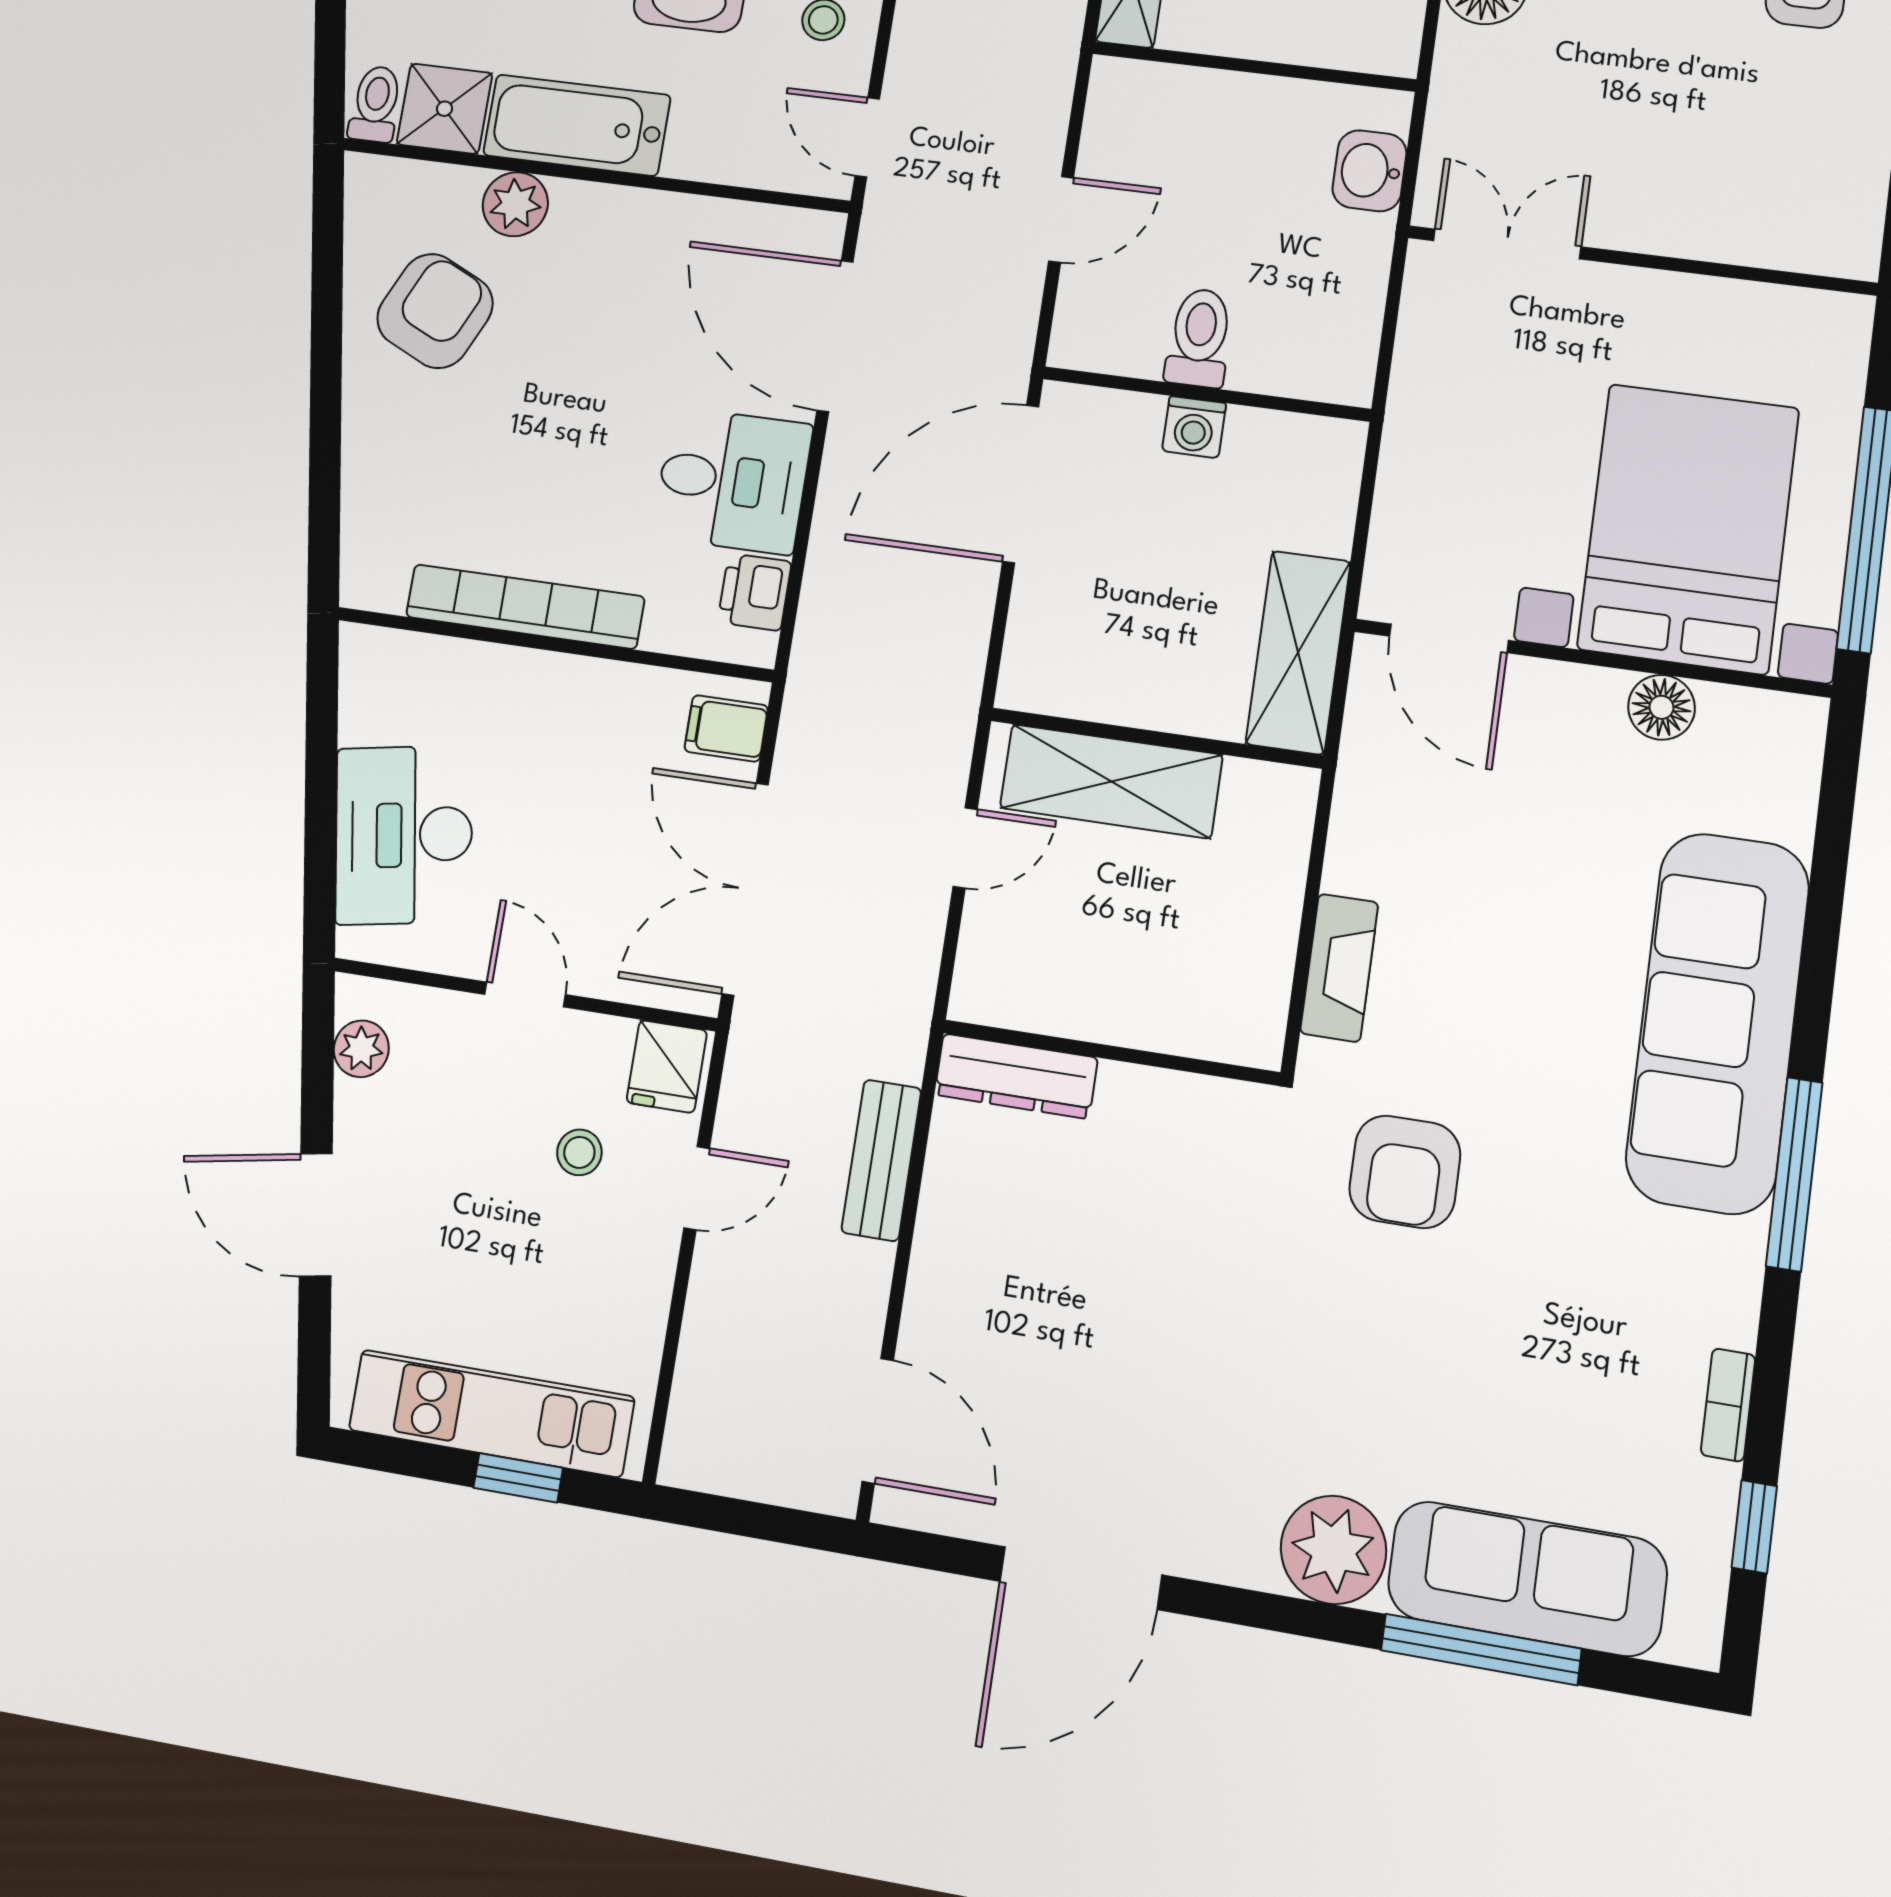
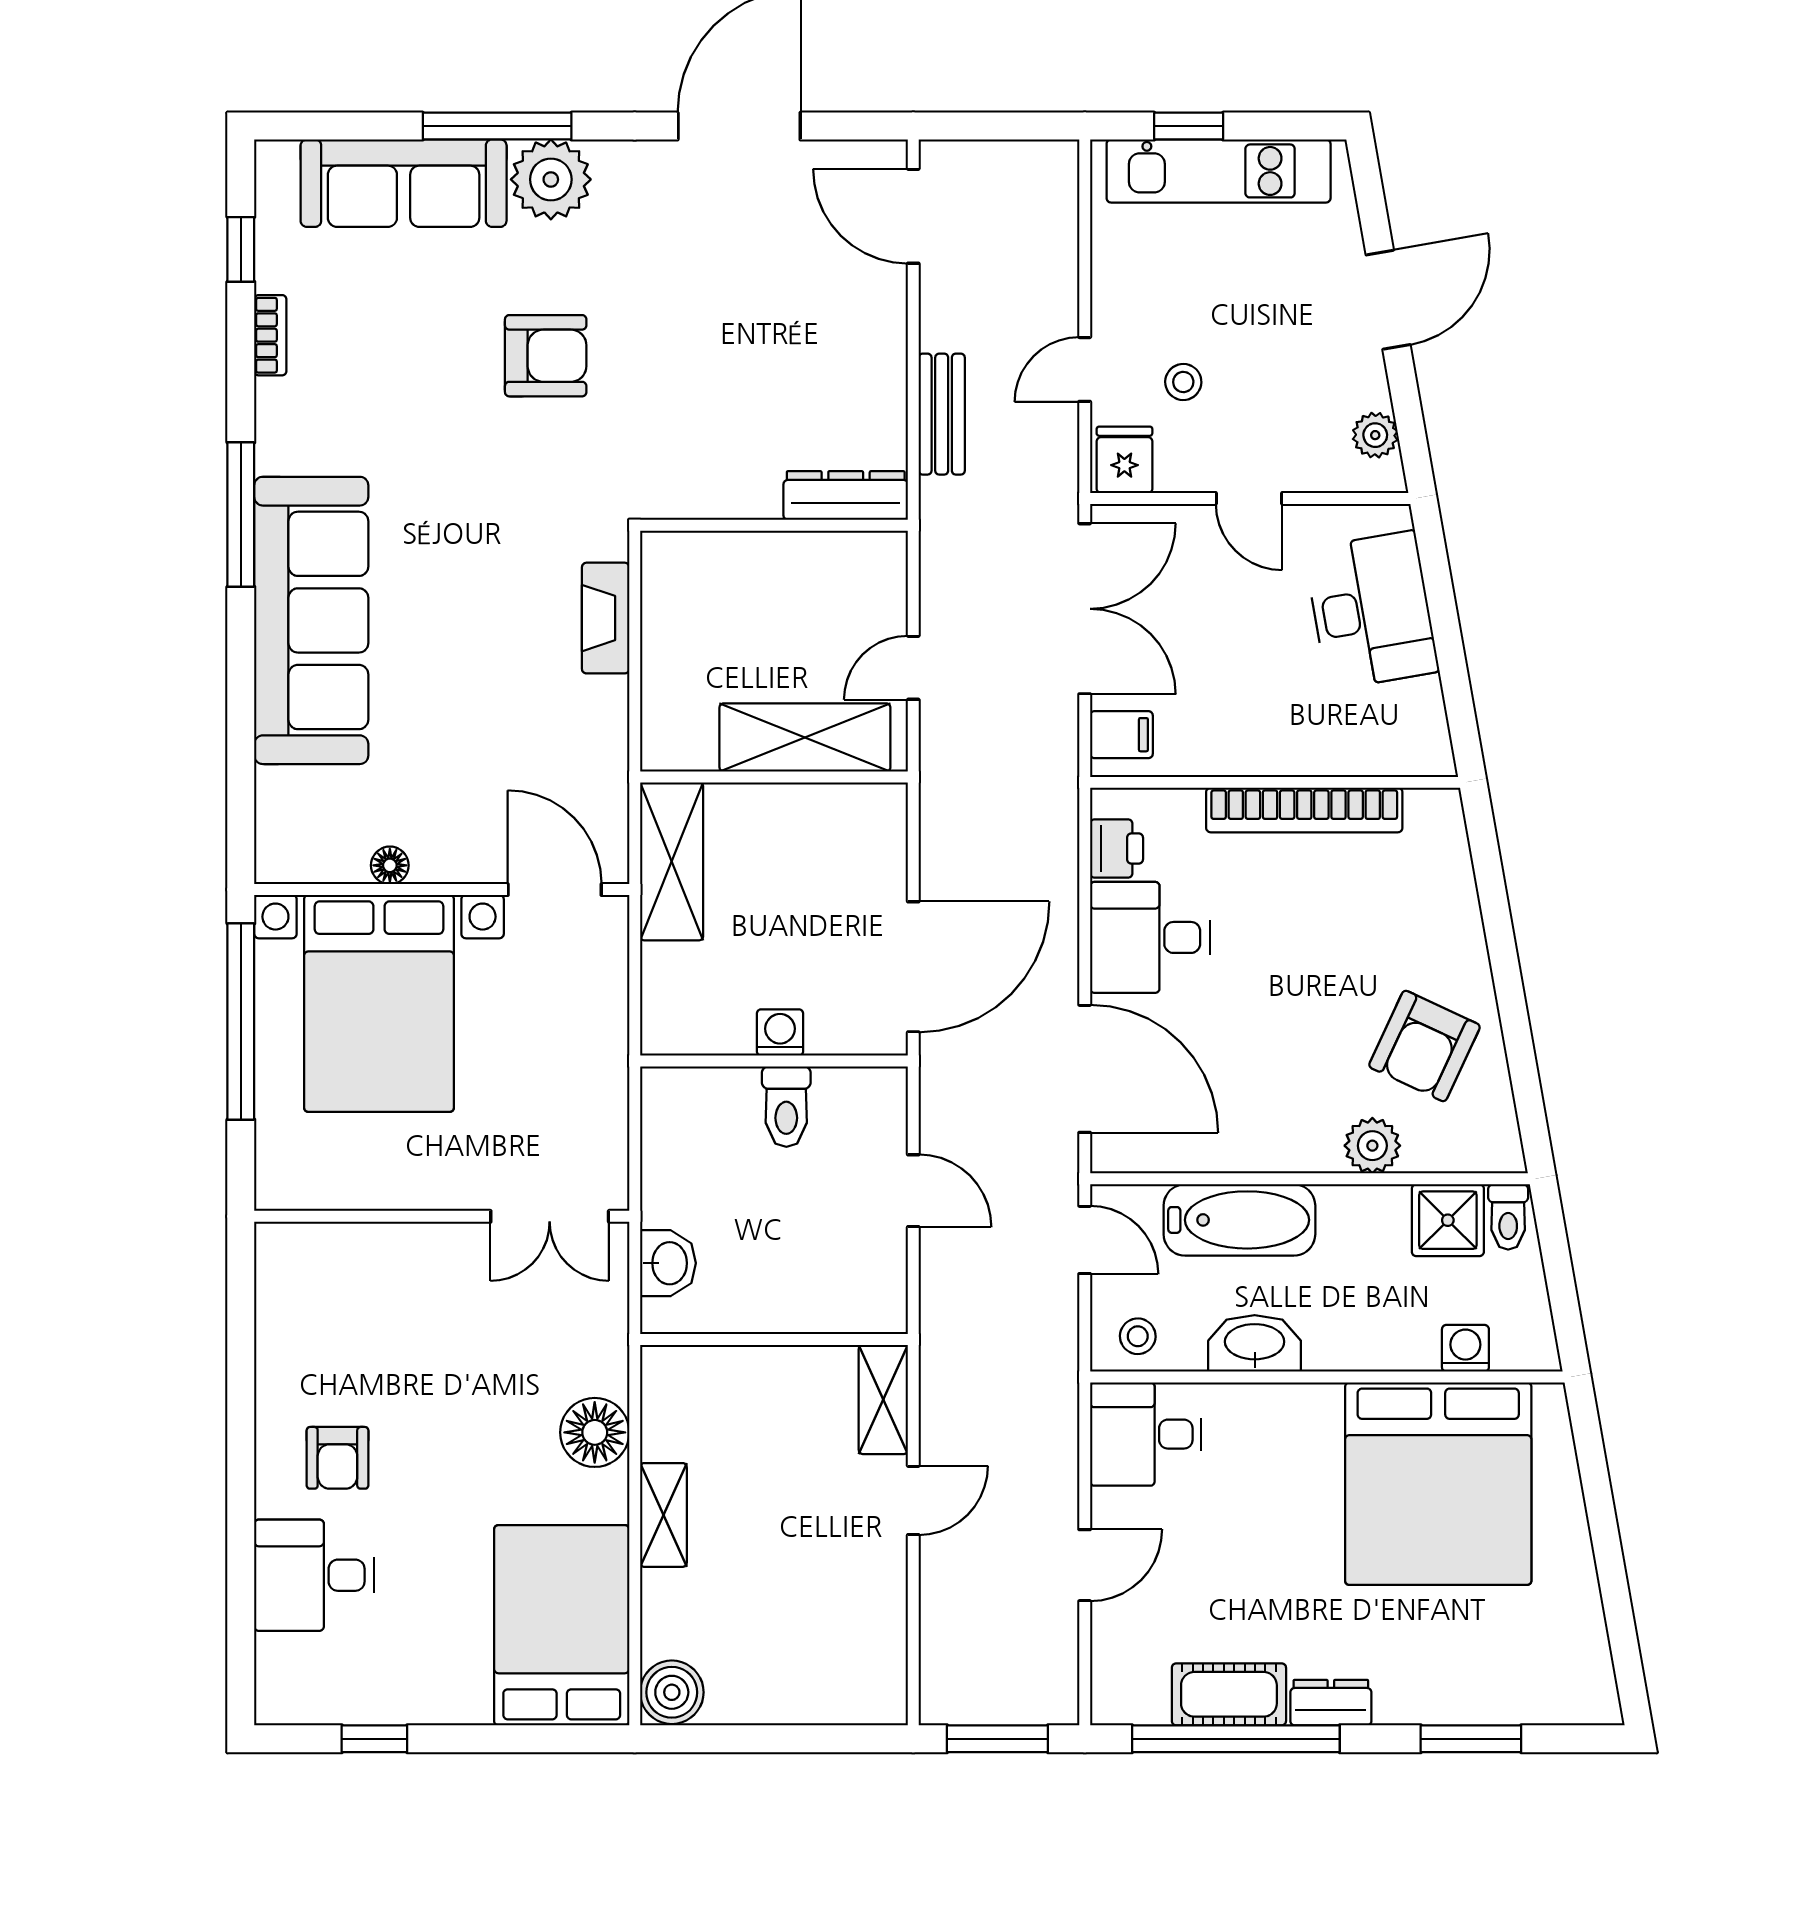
bathtub: (577, 125) -> (1239, 1220), moved
door: (1061, 219) -> (913, 1191), swing flipped
floor lamp: (1661, 707) -> (390, 865), width x0.73, depth x0.73
armchair: (1405, 1172) -> (546, 356), moved, turned 90
door: (316, 1215) -> (1388, 300), hinge flipped
window: (1481, 1649) -> (497, 126), moved

